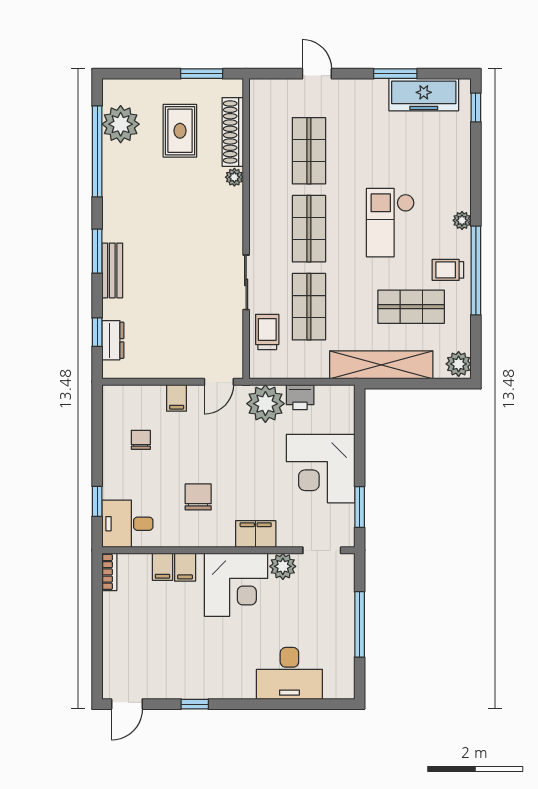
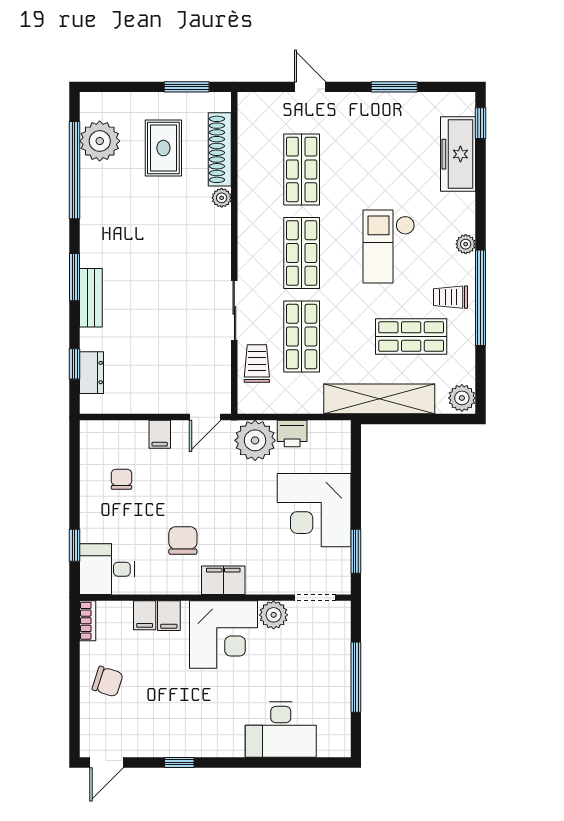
freezer: (424, 95) -> (458, 154), moved, turned 90
filing cabinet: (256, 534) -> (223, 580), moved
chair: (128, 629) -> (108, 682), added

